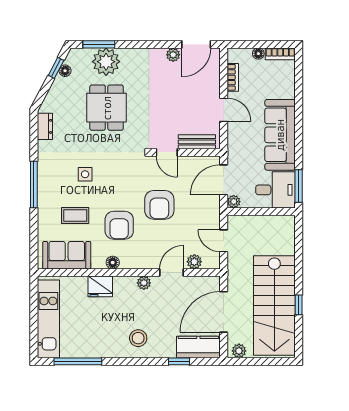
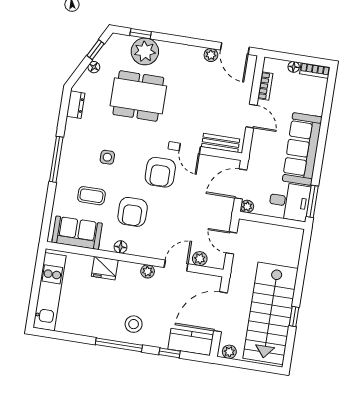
window: (99, 44) -> (141, 34), width x0.67
door: (196, 44) -> (235, 48), hinge flipped
floor lamp: (65, 71) -> (94, 67), moved
dining table: (107, 108) -> (138, 96), width x1.38
armchair: (159, 205) -> (160, 172), moved
window: (78, 361) -> (119, 345), moved

